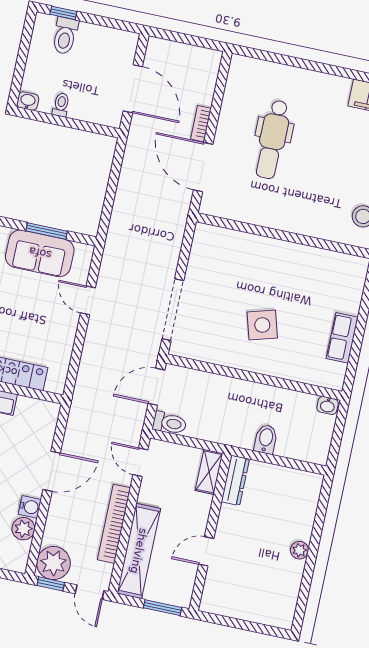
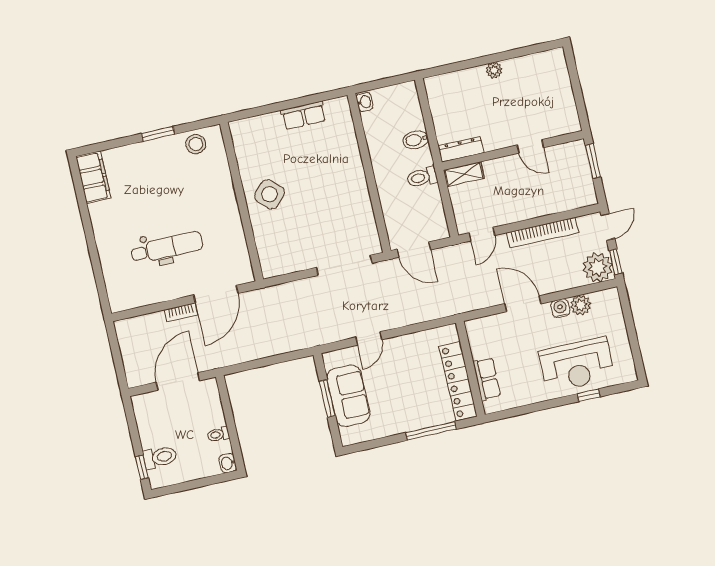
side table: (262, 325) -> (270, 194), moved, turned -30
toilet: (170, 423) -> (422, 177), moved, turned -90
shelving: (139, 551) -> (555, 202), removed

